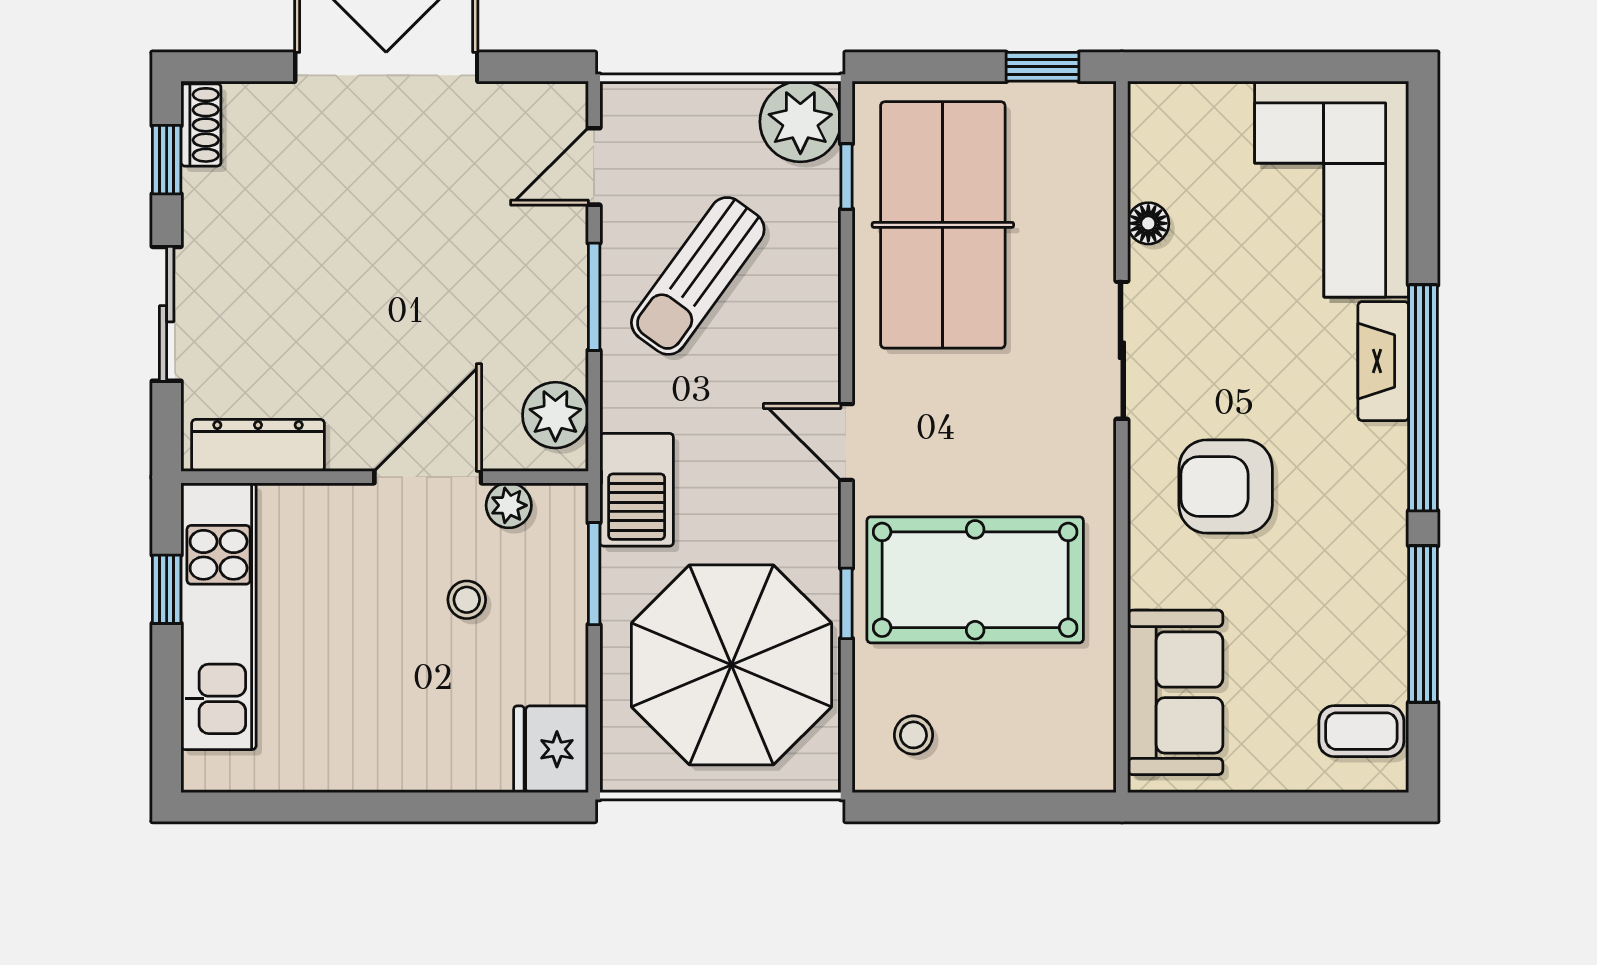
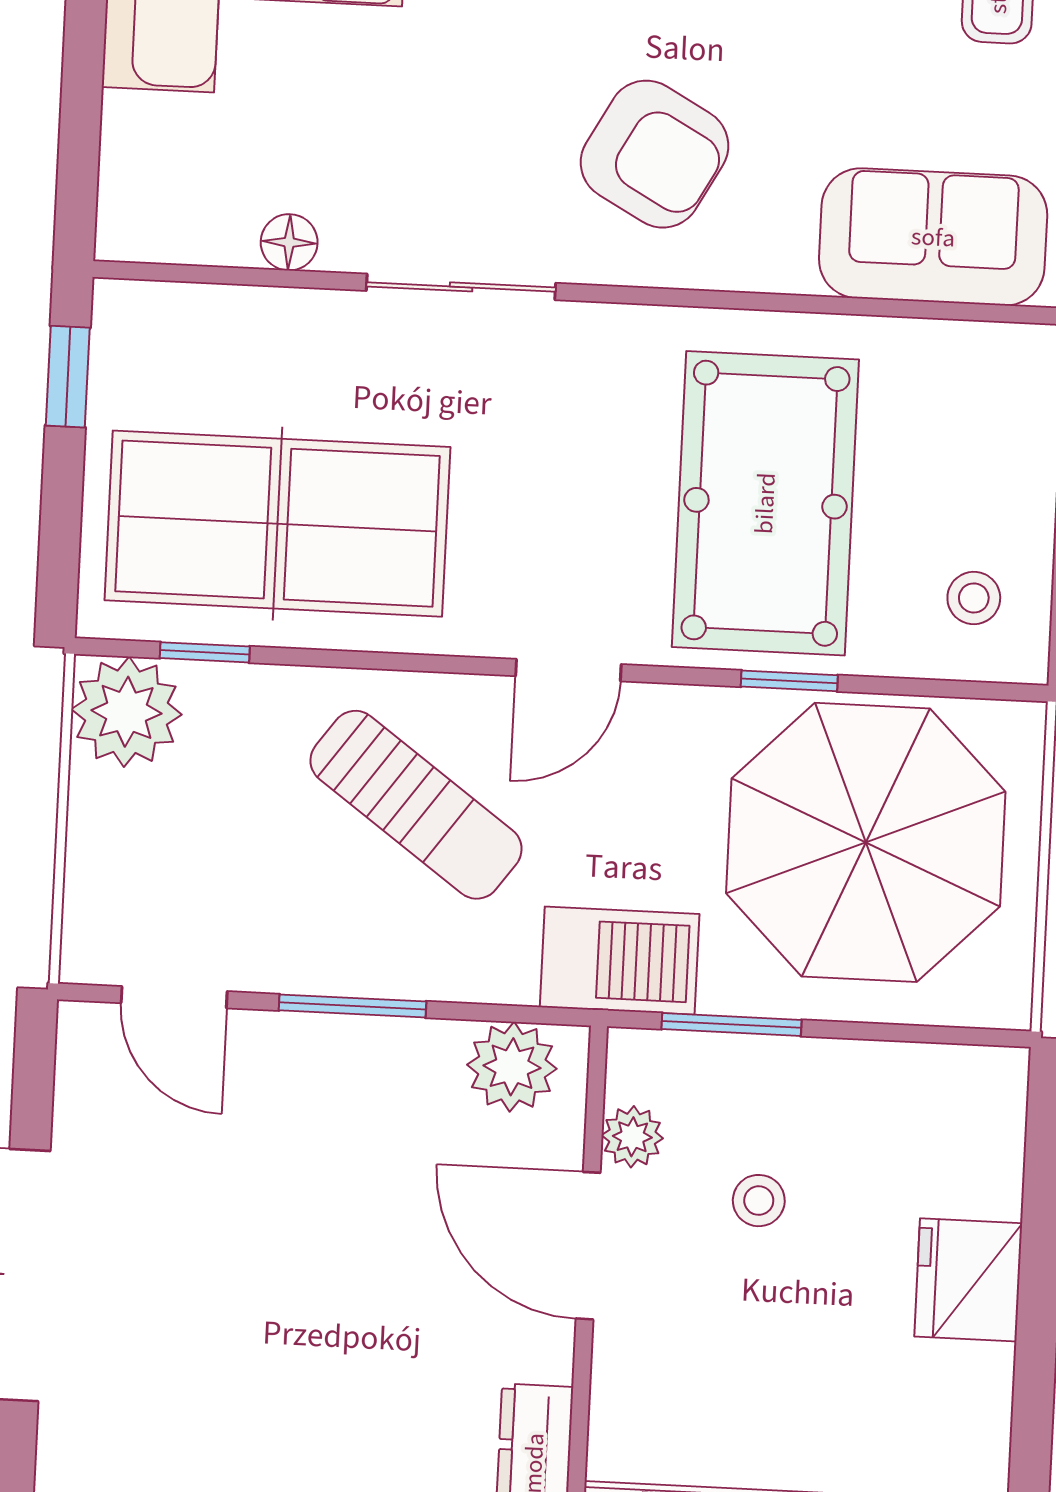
sun lounger: (698, 276) -> (416, 805), moved
armchair: (1226, 486) -> (654, 154), turned -61
fridge: (551, 749) -> (968, 1280), moved, turned 90

